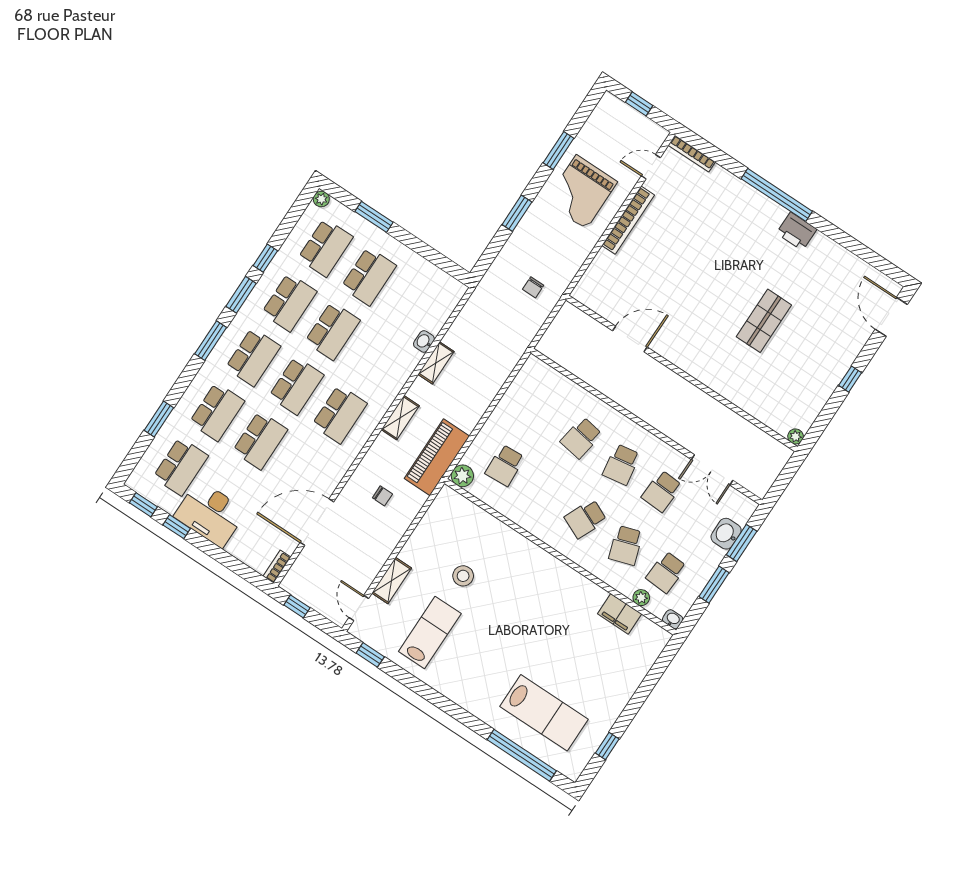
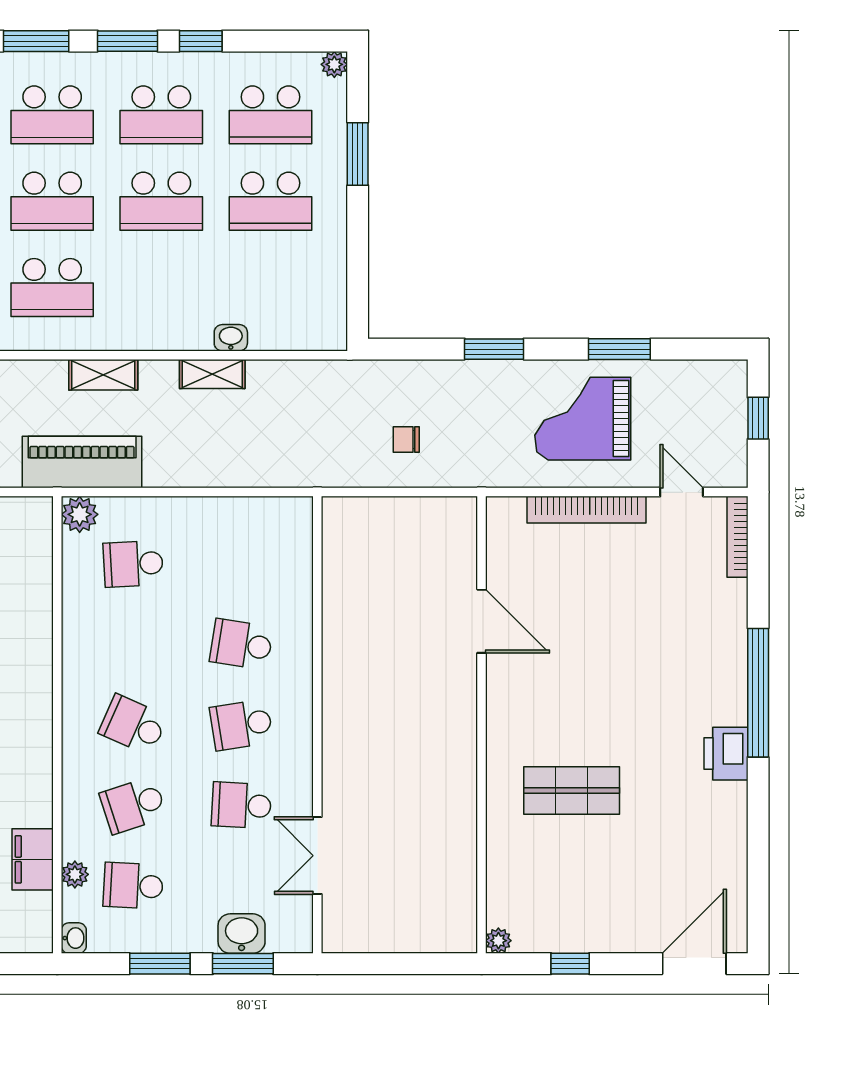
door: (630, 339) -> (482, 621), moved
wall: (682, 373) -> (482, 725), moved
plant: (796, 436) -> (498, 941), moved

